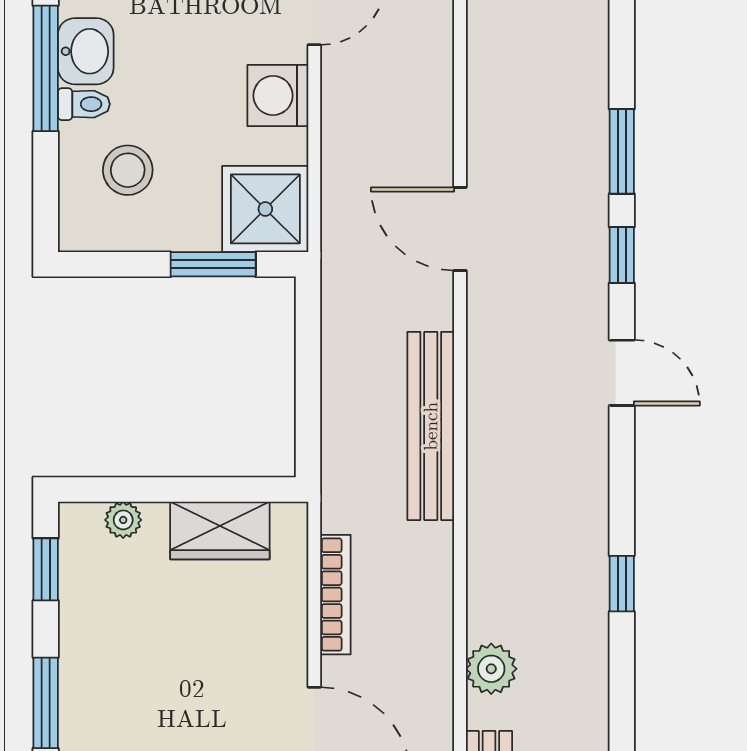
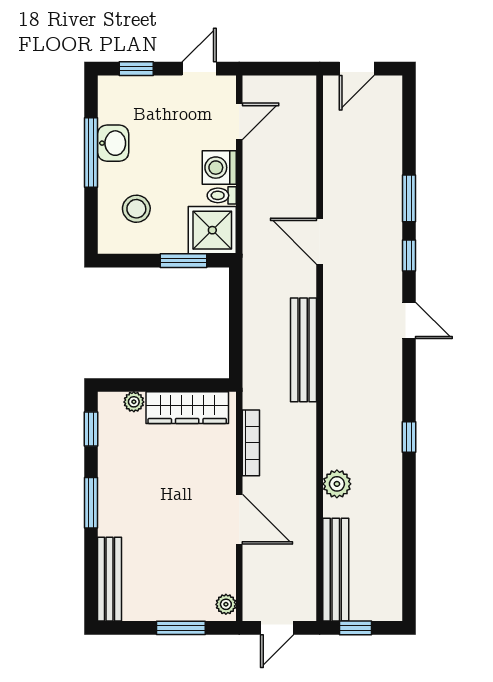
toilet: (84, 104) -> (222, 195), moved, turned 180
wardrobe: (220, 531) -> (187, 408), width x1.50

